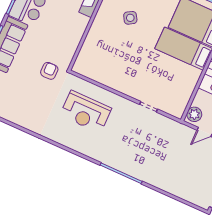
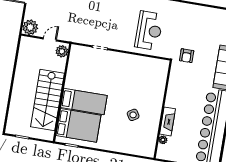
reception desk: (86, 112) -> (149, 31), turned 90

